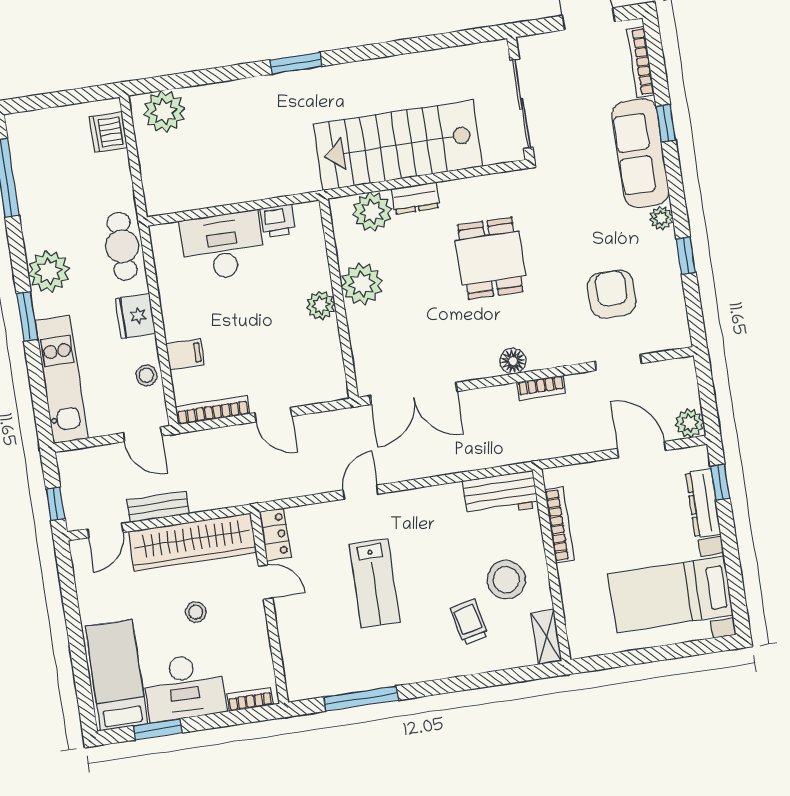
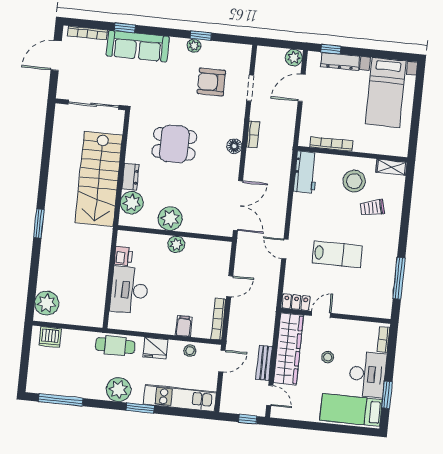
plant: (661, 218) -> (194, 46), moved

